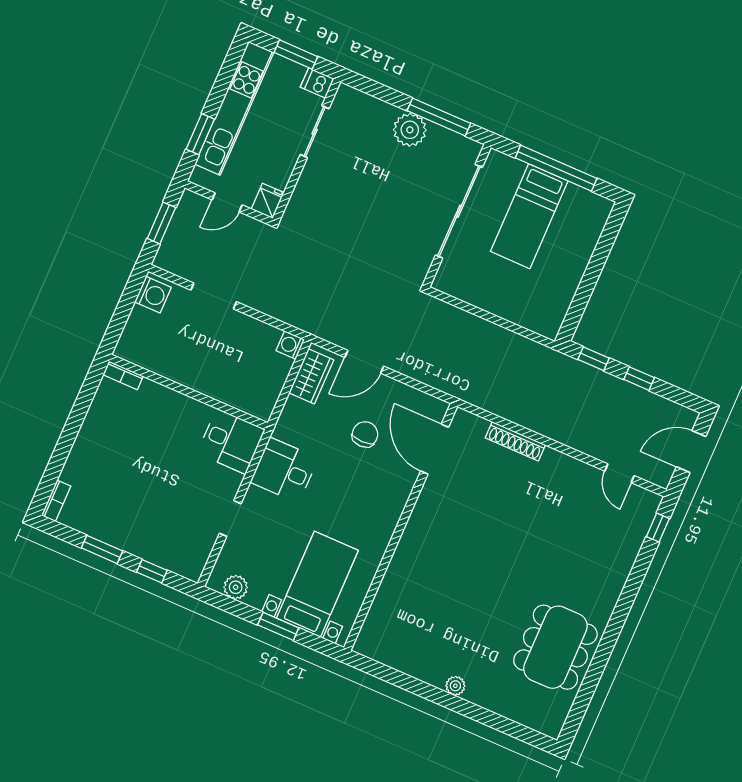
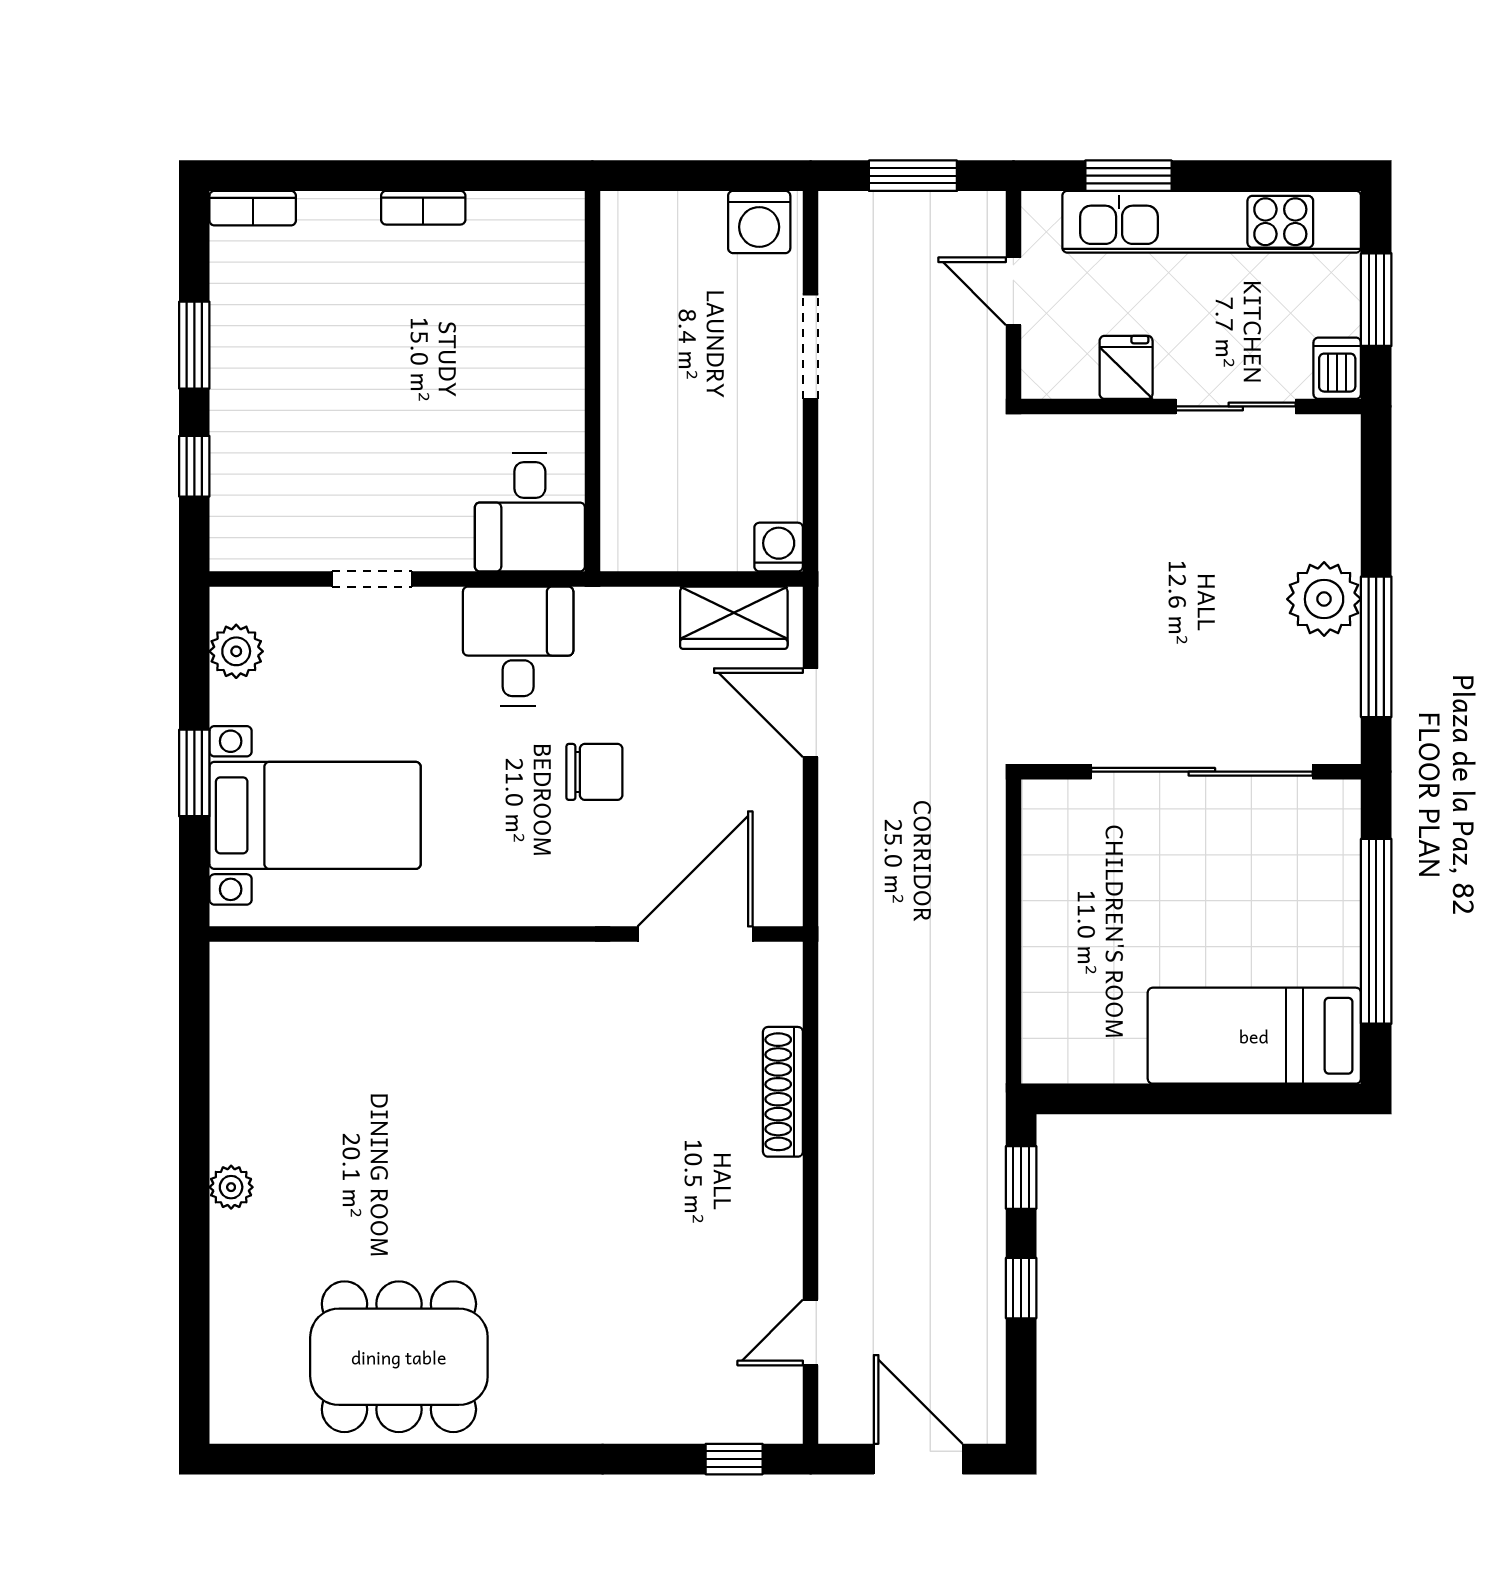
fridge: (268, 201) -> (1126, 367), moved, turned -90
bed: (529, 216) -> (1254, 1036), moved
bookcase: (123, 375) -> (423, 208), moved, turned -90
chair: (365, 434) -> (594, 772), moved

